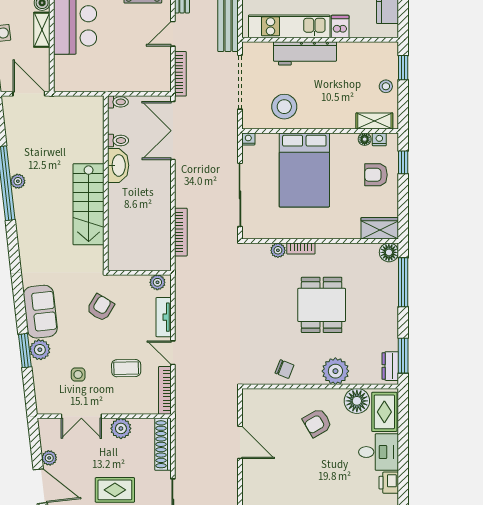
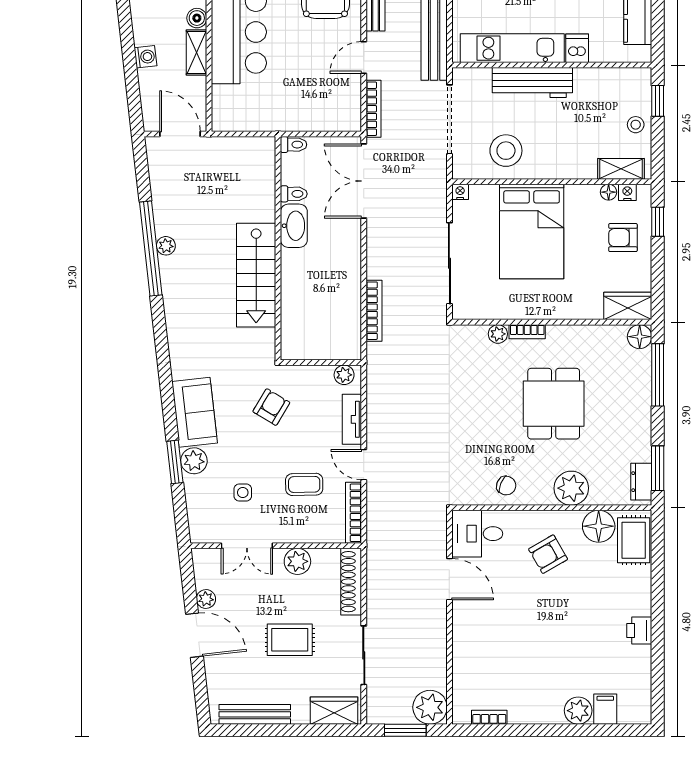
desk: (379, 452) -> (477, 534), moved, turned 180

